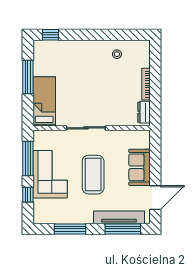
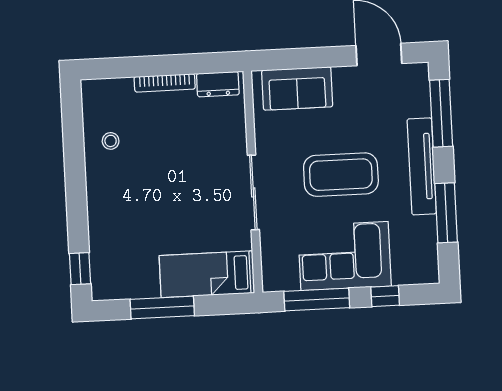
sofa: (140, 167) -> (297, 88), moved
tv unit: (119, 217) -> (422, 166), moved

